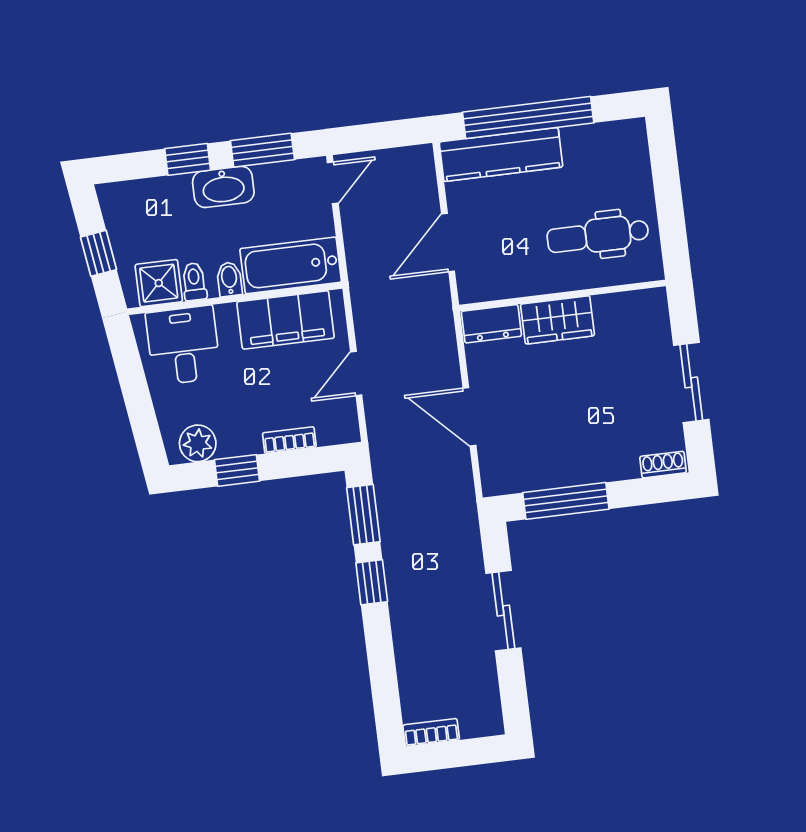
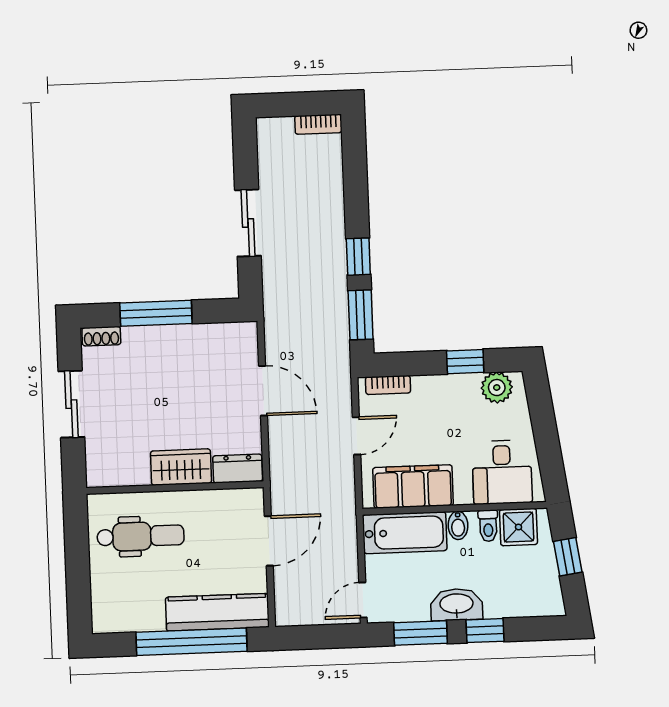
bookcase: (289, 440) -> (388, 385), moved
window: (566, 501) -> (156, 313), moved

